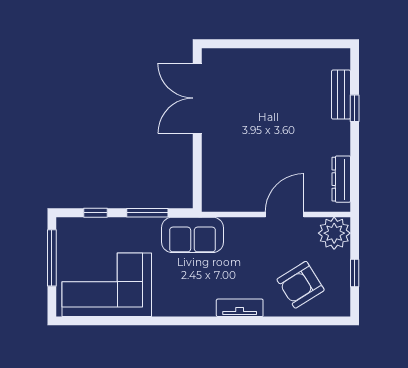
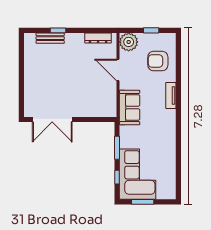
sofa: (192, 235) -> (130, 107), moved
window: (52, 258) -> (143, 202), width x0.69
corner sofa: (107, 285) -> (138, 174), moved, turned 180
armchair: (301, 285) -> (158, 61), turned 122

